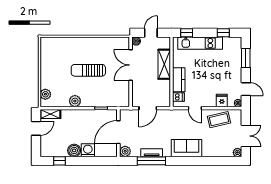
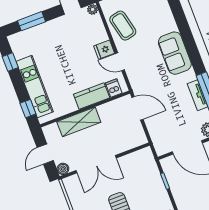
door: (151, 33) -> (45, 154), hinge flipped
fridge: (222, 101) -> (104, 50), moved
door: (148, 108) -> (137, 108), moved
door: (195, 108) -> (120, 62), swing flipped

